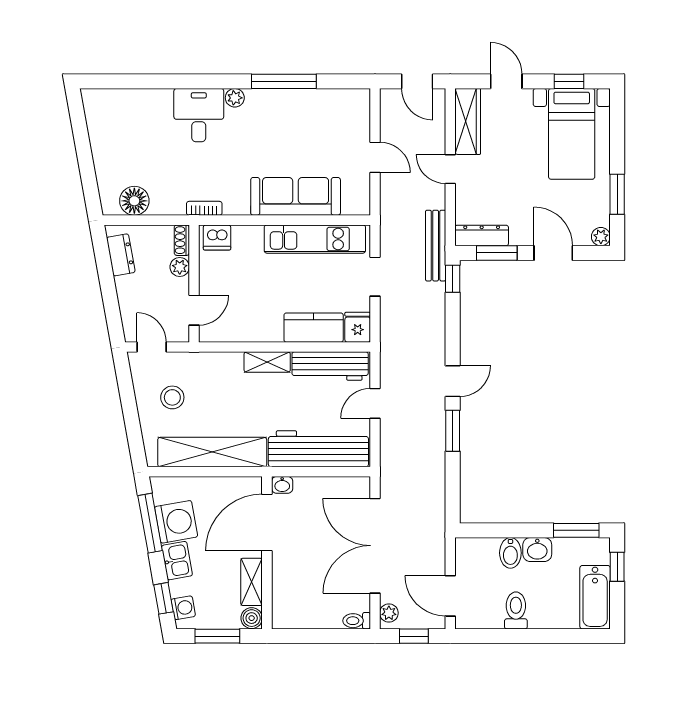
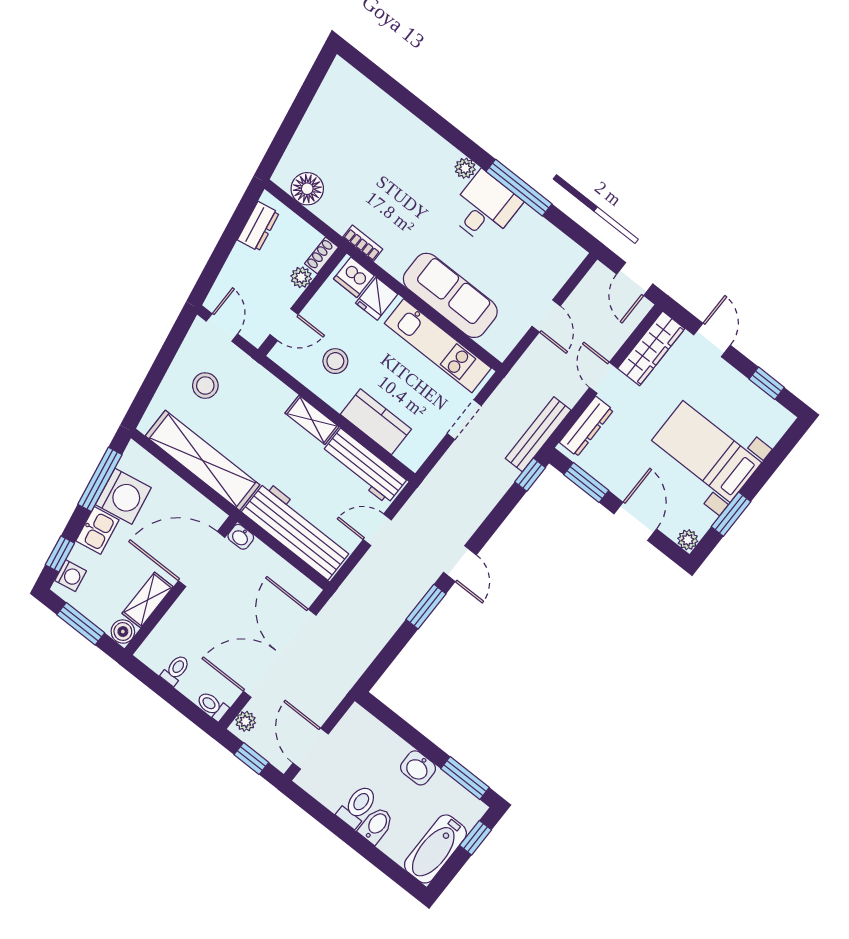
desk: (199, 115) -> (485, 208), moved
bed with nightstands: (572, 134) -> (707, 451), moved, turned 90
dresser: (482, 235) -> (586, 426), moved, turned 90
stool: (251, 307) -> (335, 361), added
fridge: (358, 327) -> (377, 299), moved, turned 180
door: (453, 381) -> (460, 564), hinge flipped
bidet: (510, 553) -> (376, 825), moved, turned 180
toilet: (311, 616) -> (176, 670), added

